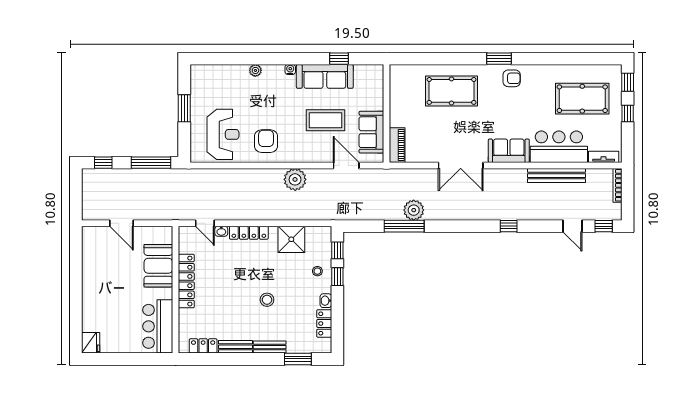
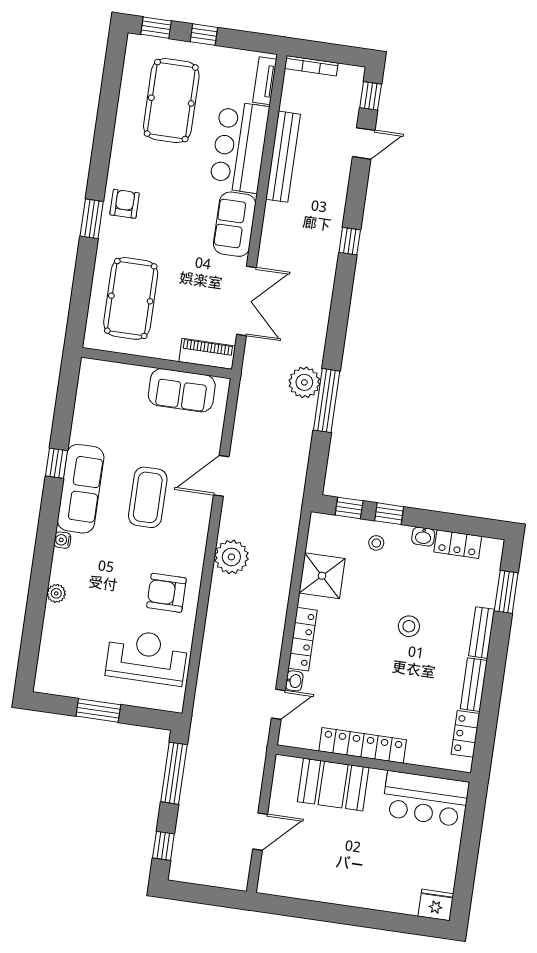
wall: (386, 113) -> (156, 363), moved
sofa: (371, 132) -> (182, 390), moved
piano: (397, 145) -> (207, 354), moved

